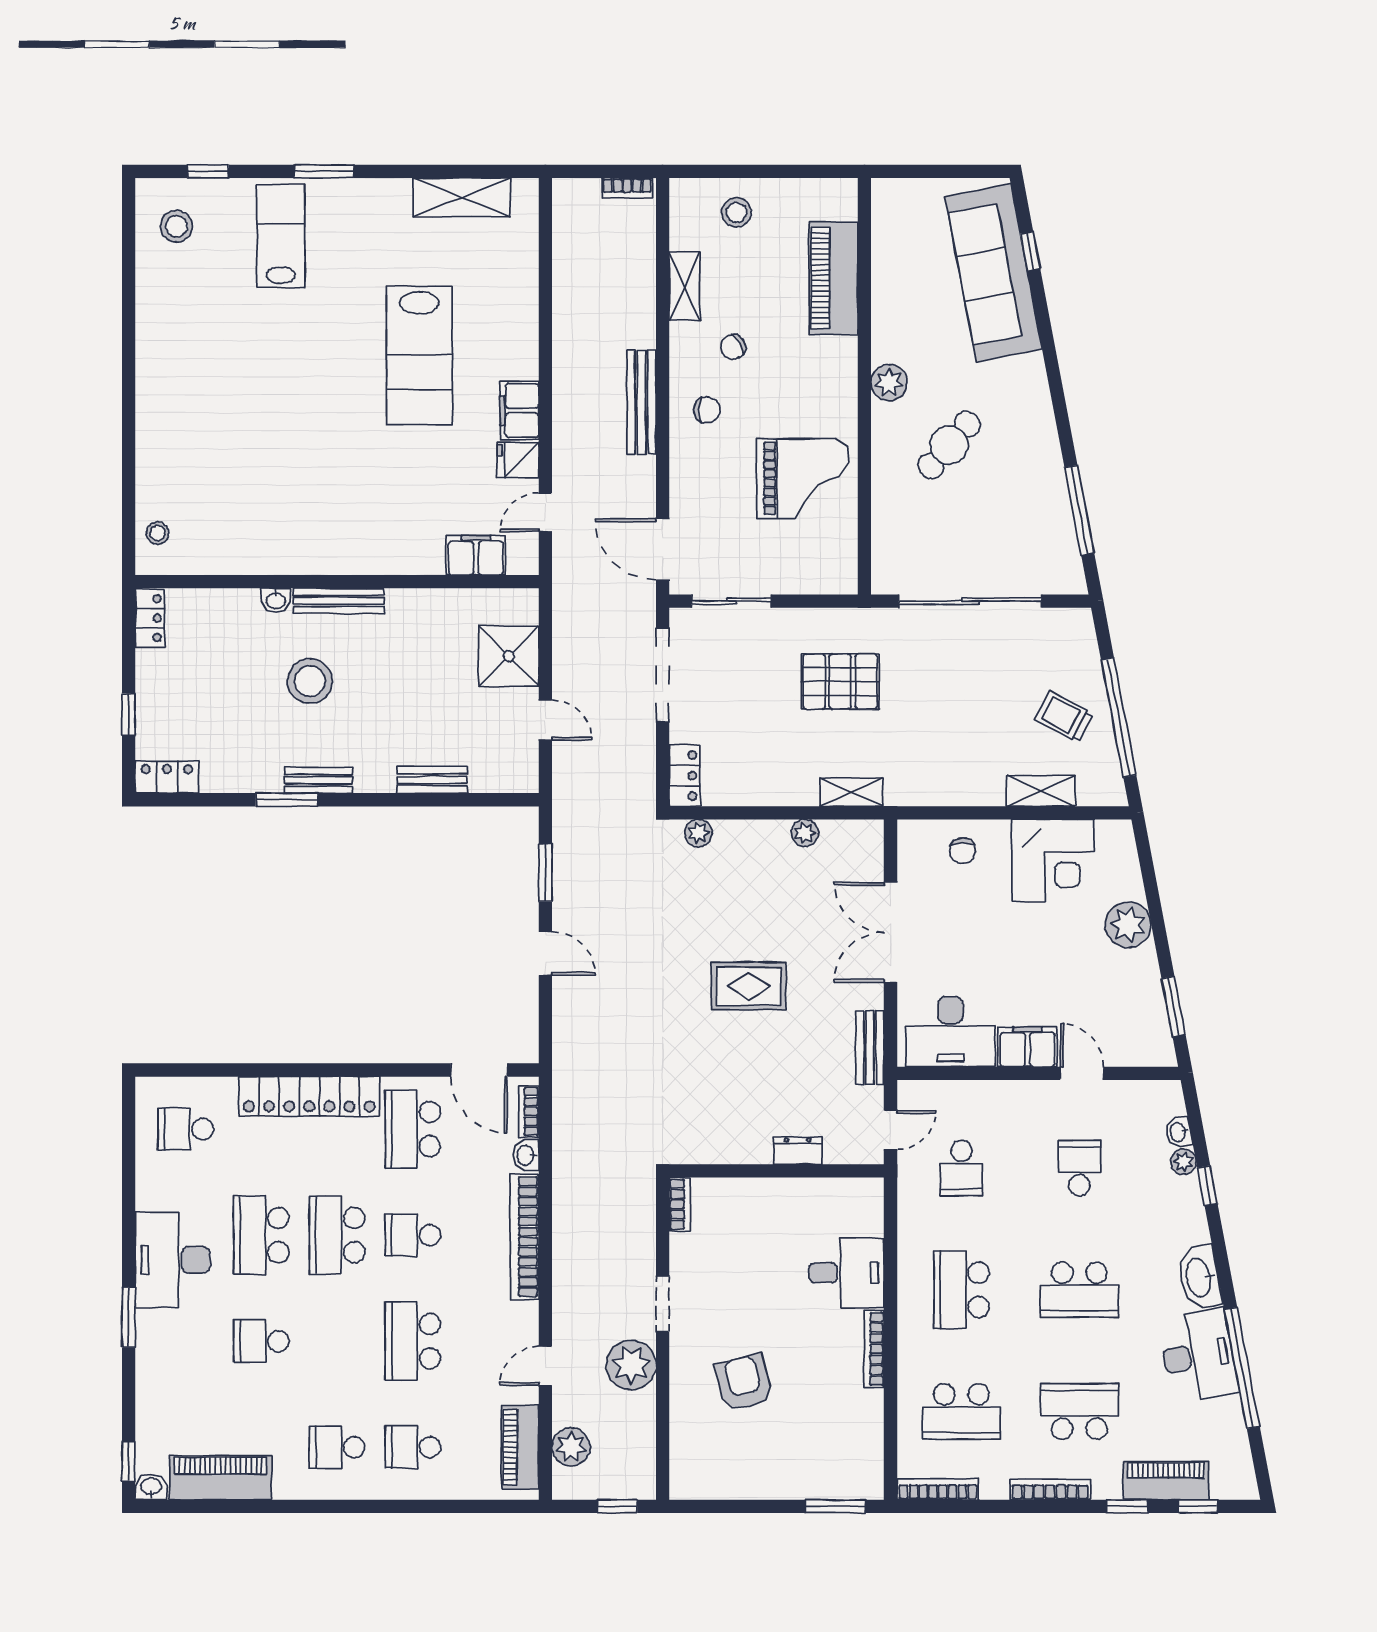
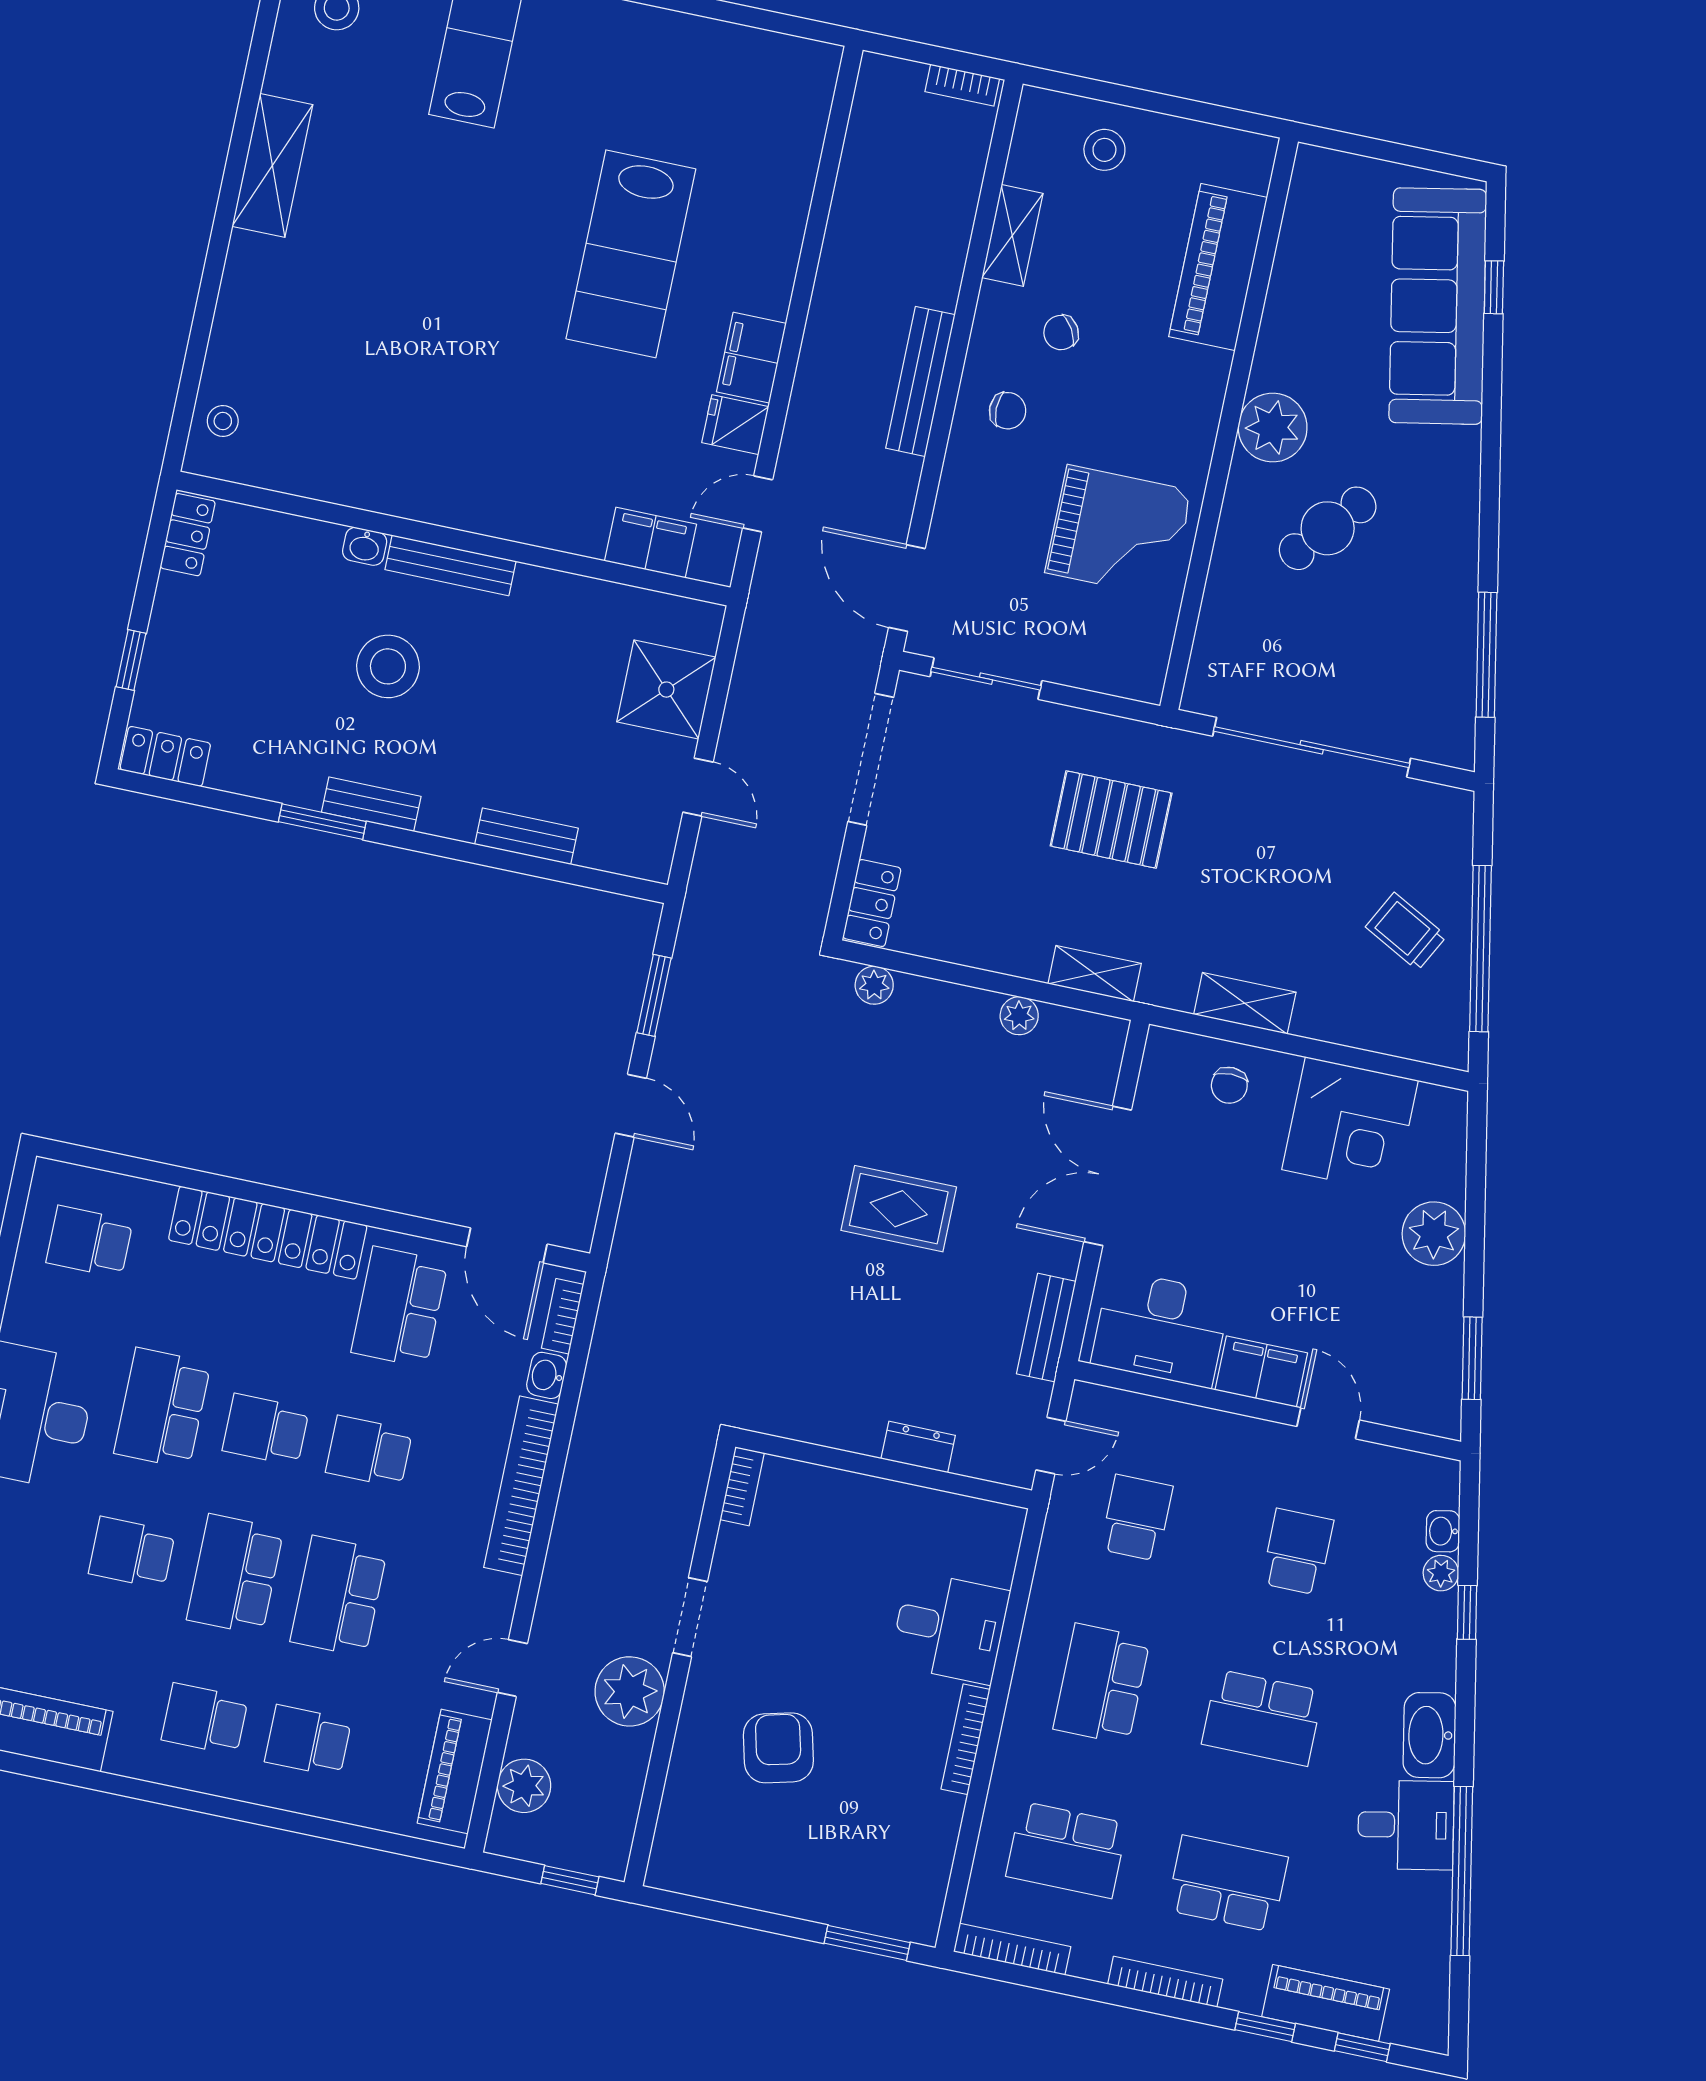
shelving: (462, 197) -> (272, 165), moved, turned 90
plant: (889, 382) -> (1273, 428), width x1.36, depth x1.36
shelving: (1041, 791) -> (1245, 1003), moved
school desk: (961, 1168) -> (1137, 1518), turned 180
school desk: (337, 1235) -> (266, 1430), width x0.54
school desk: (337, 1341) -> (235, 1574), added
desk: (1198, 1356) -> (1406, 1825), width x0.73

